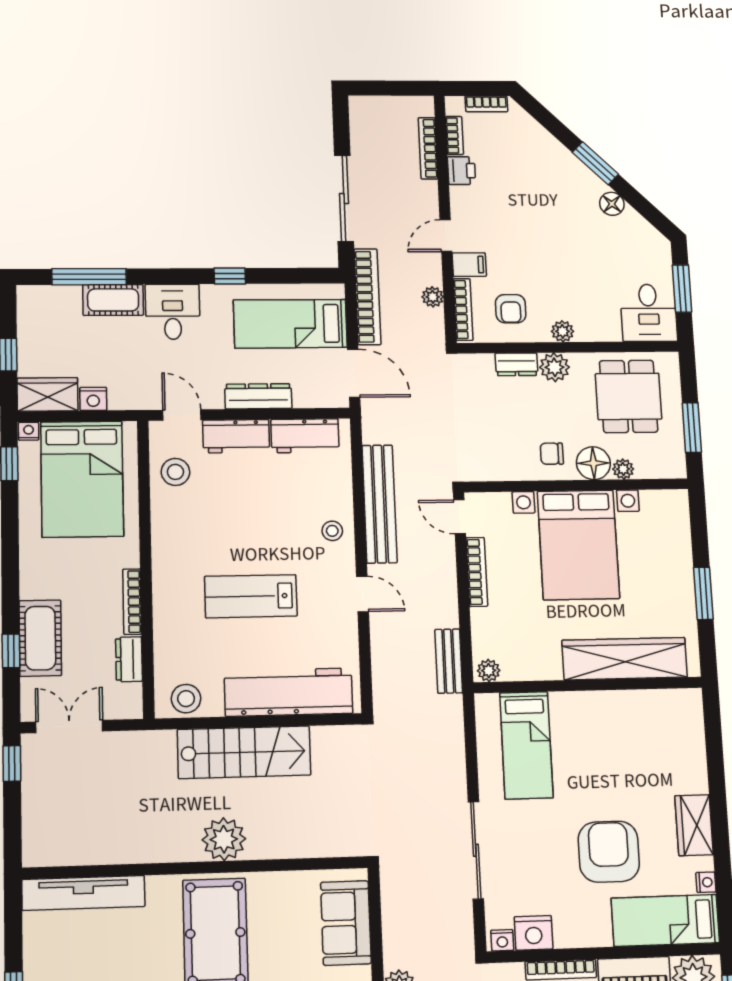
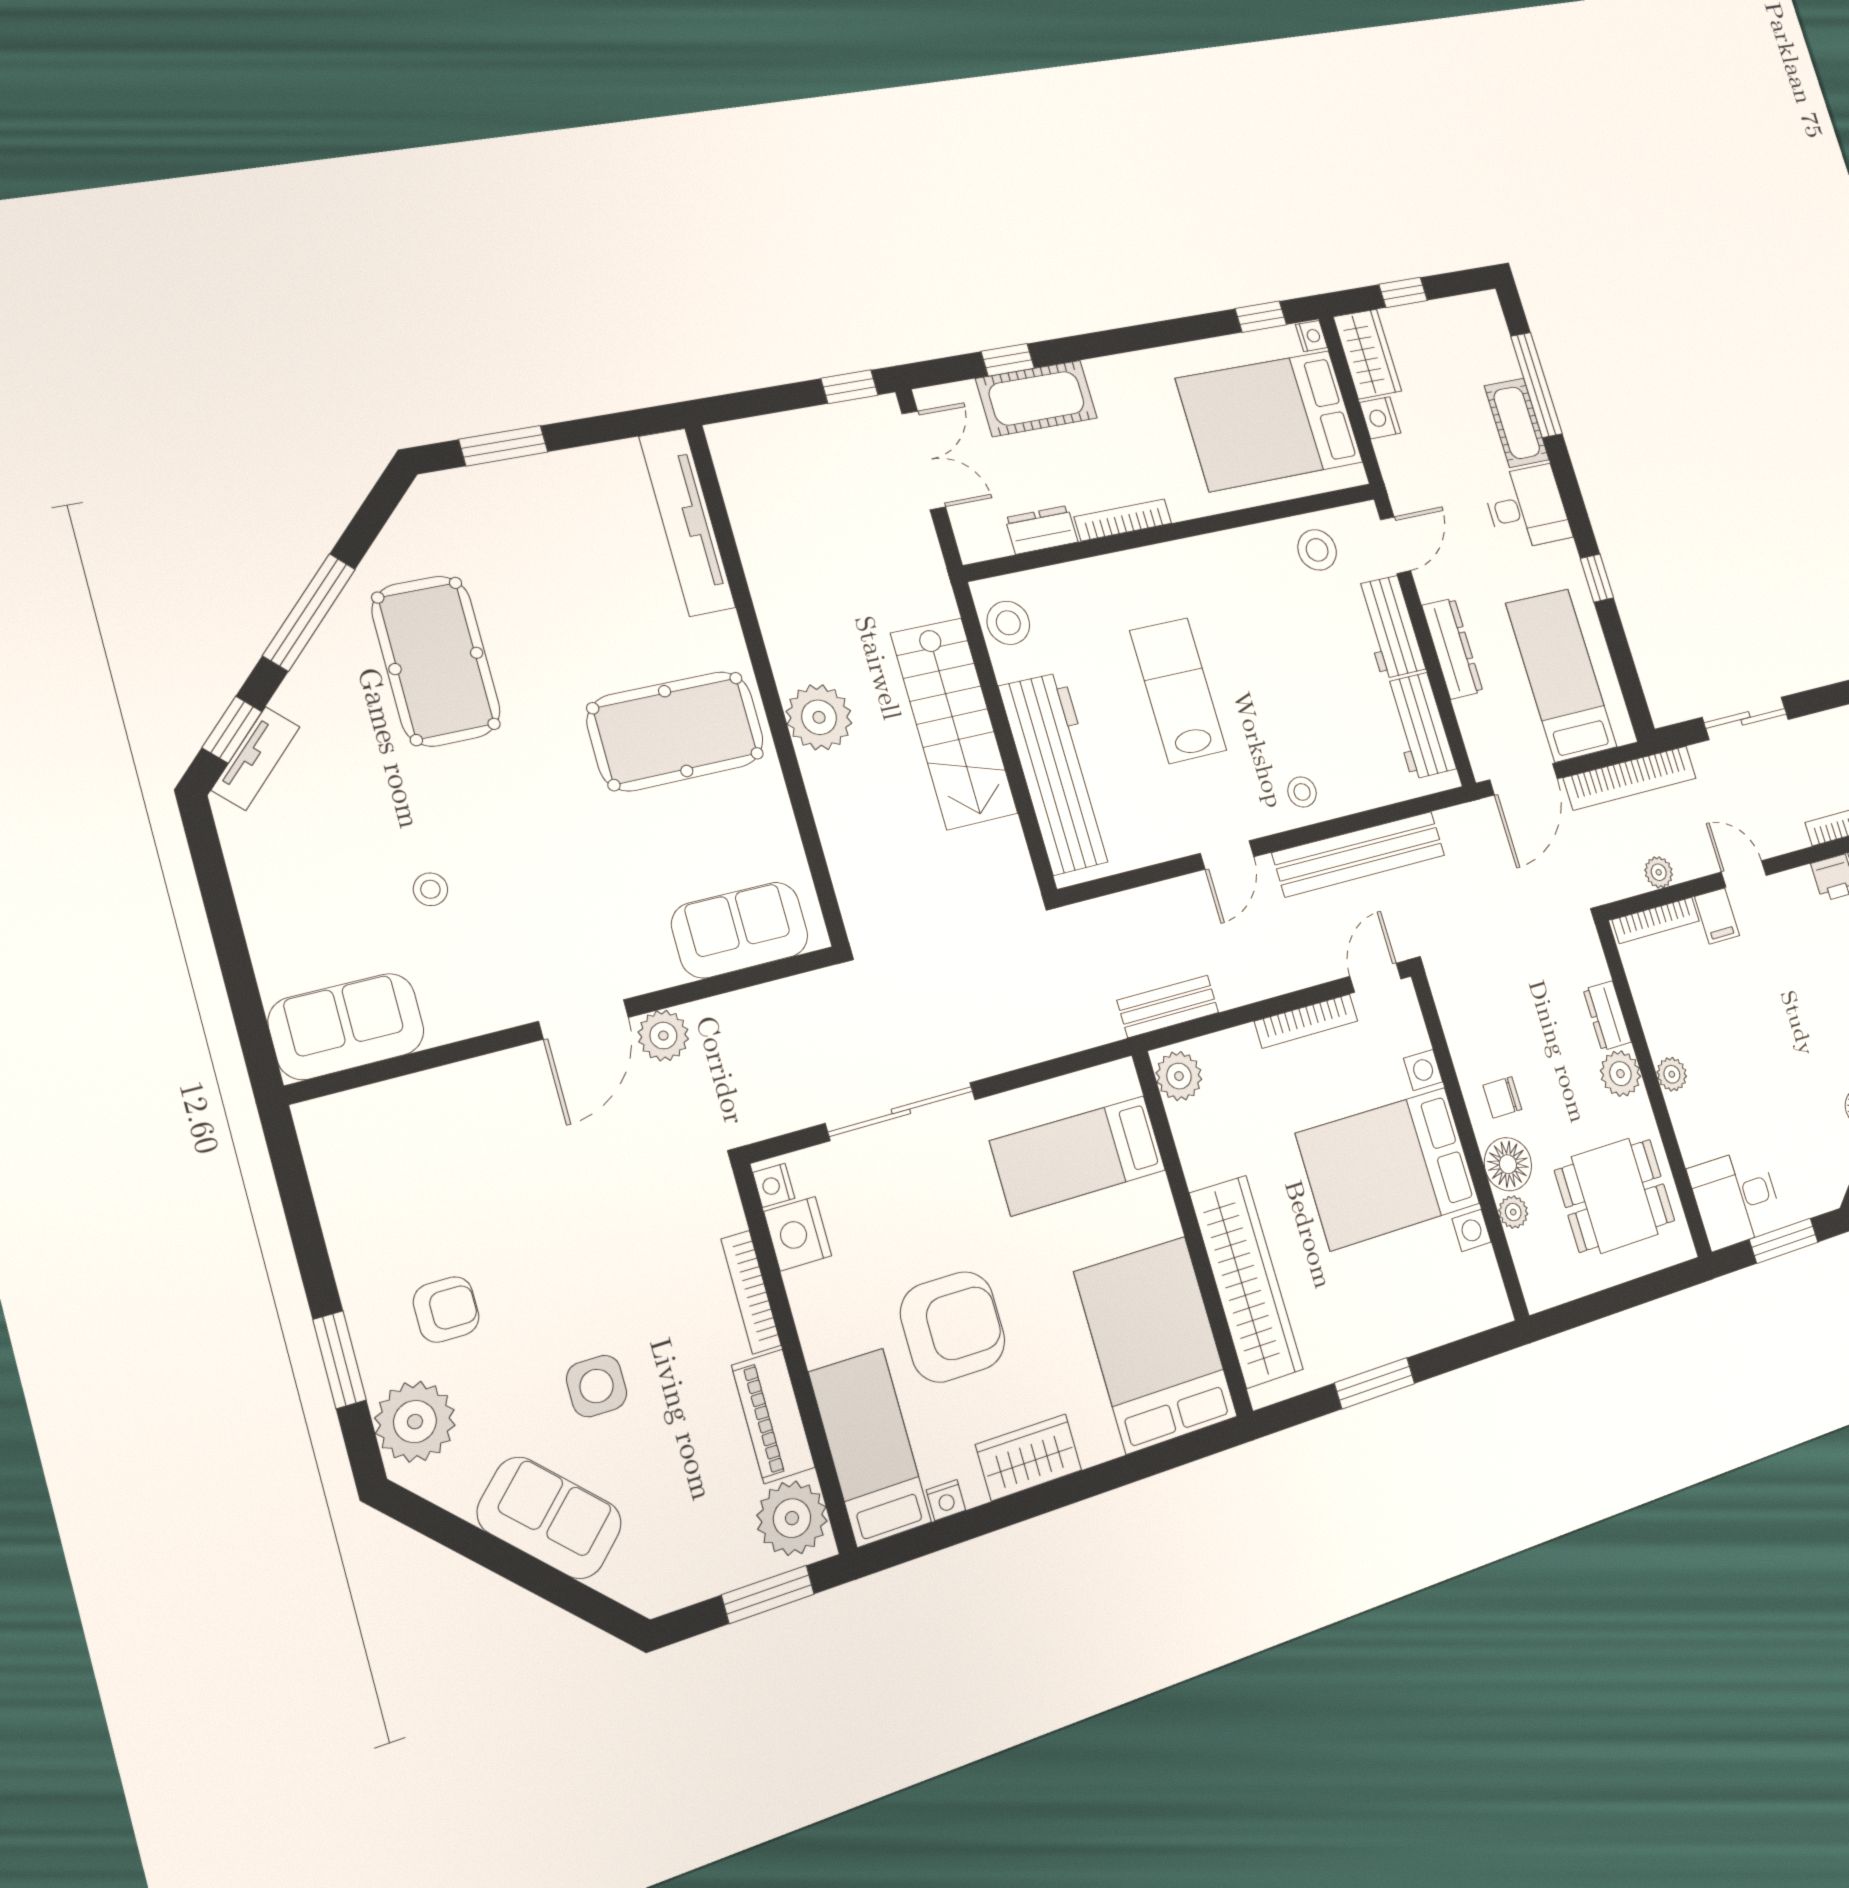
sliding door: (344, 199) -> (1746, 718), width x0.73
armchair: (511, 309) -> (1678, 990), removed
window: (692, 428) -> (1601, 1304), removed
chair: (552, 454) -> (1502, 1097), turned -90
plant: (489, 671) -> (1179, 1076), width x1.38, depth x1.38
bed: (648, 727) -> (1156, 1344), added

